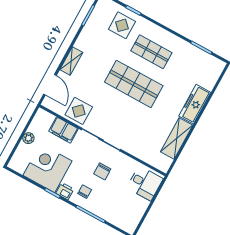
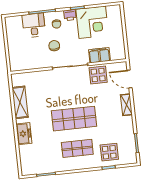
freezer: (195, 104) -> (24, 134), width x0.71
plant: (28, 138) -> (119, 33), removed
desk: (145, 183) -> (34, 25), moved, turned 90

